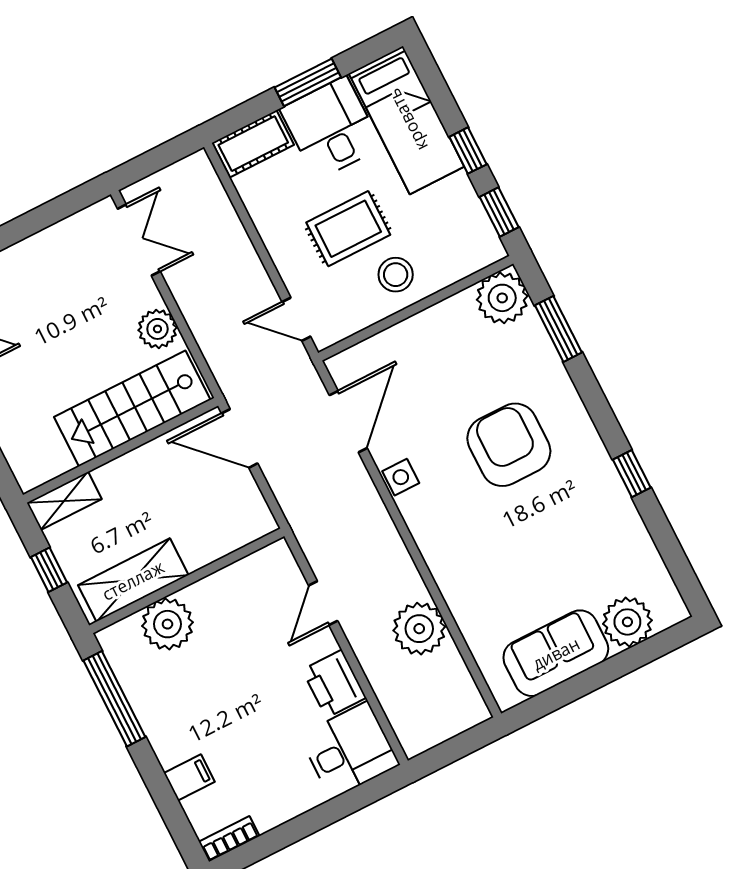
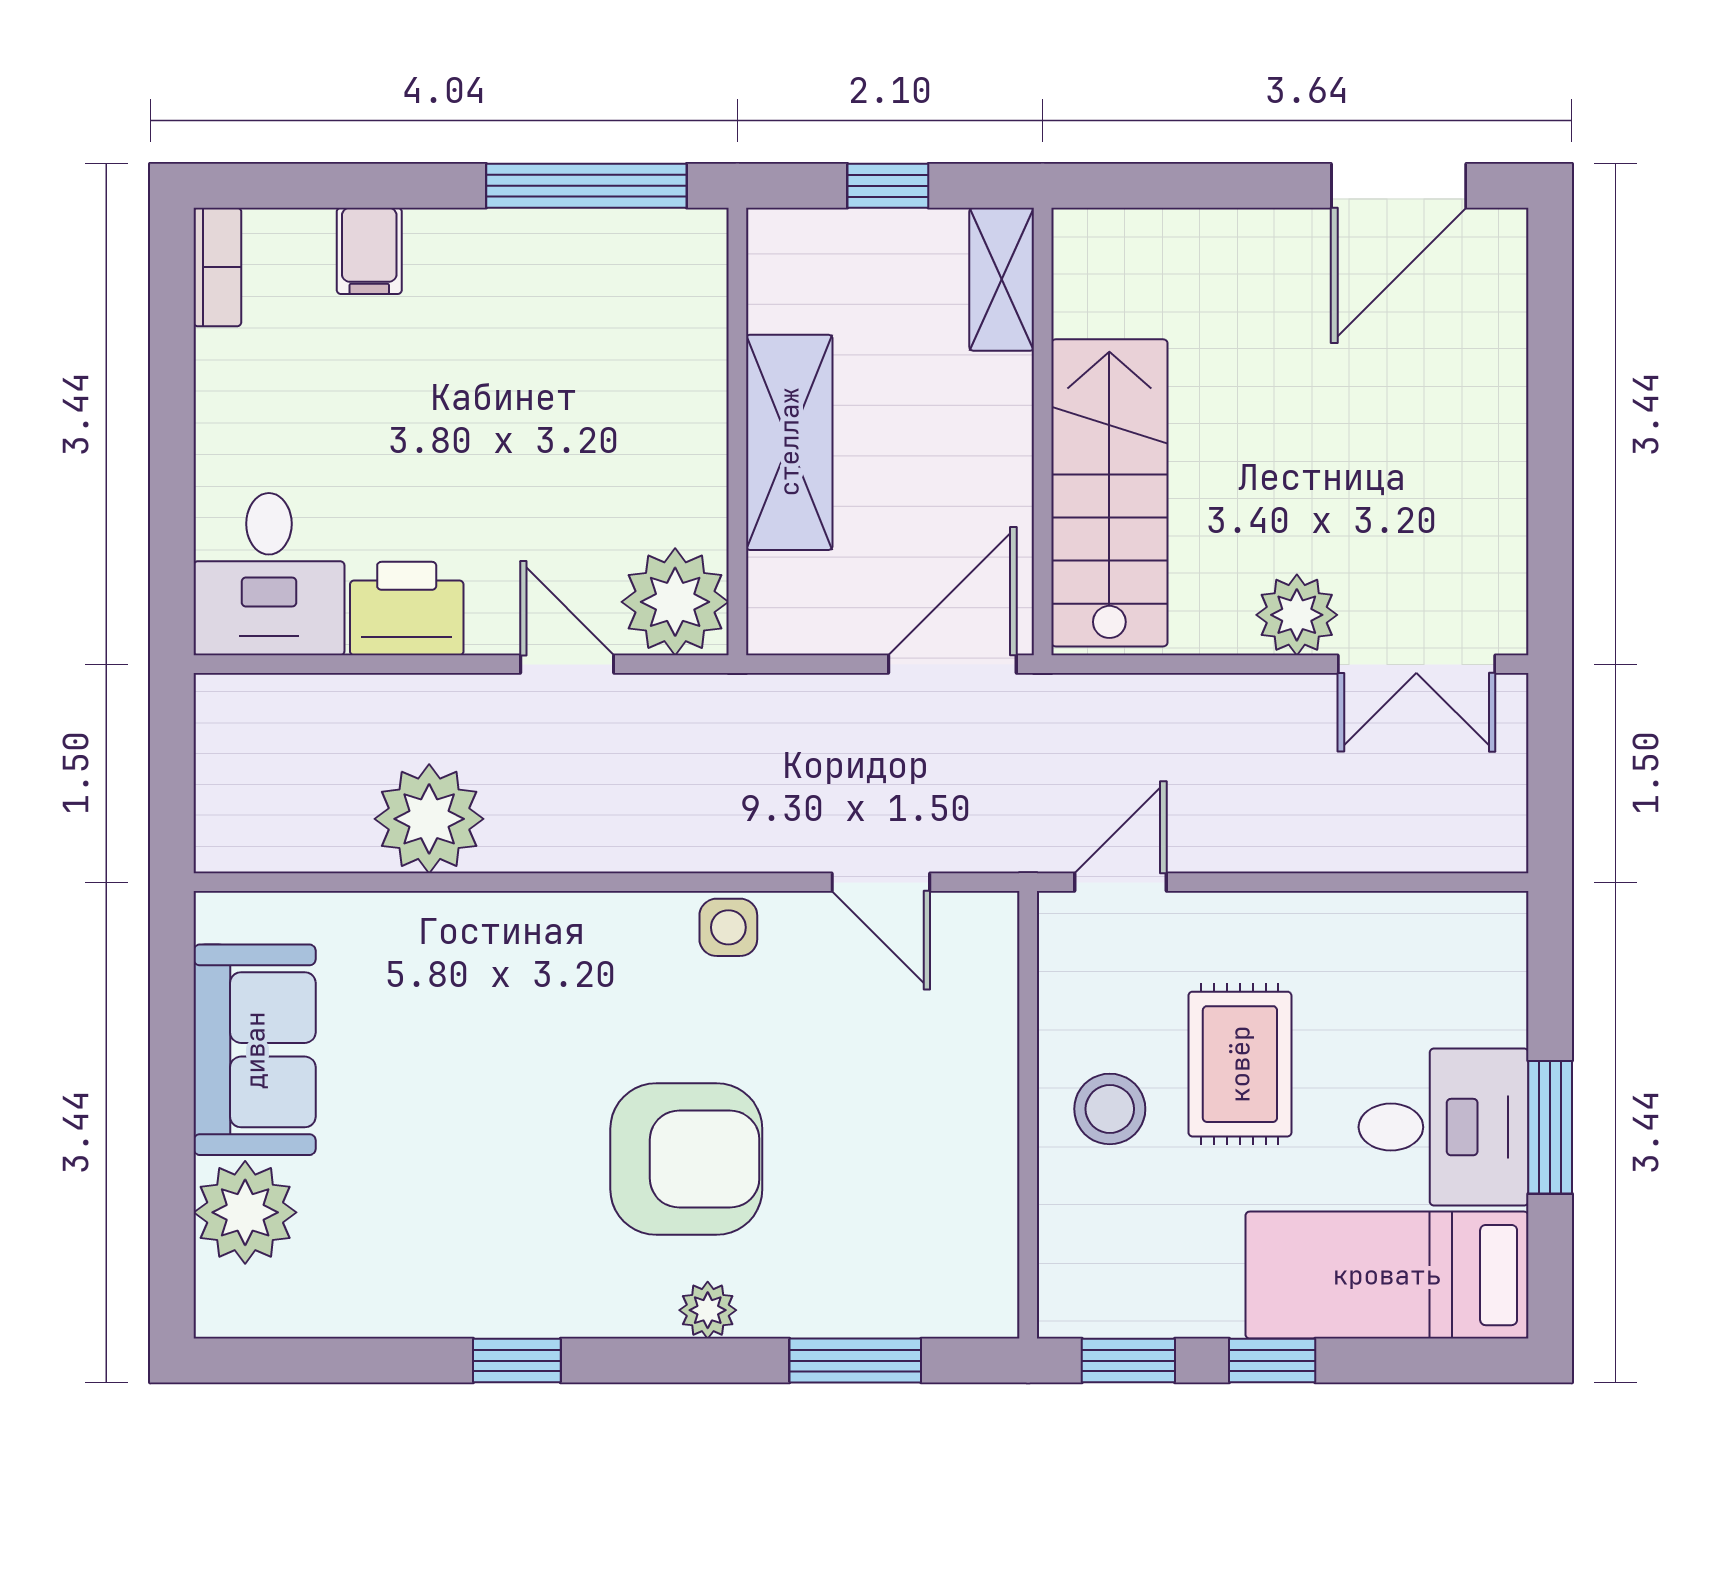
cot: (253, 144) -> (1488, 968), removed
plant: (502, 298) -> (708, 1310), moved, width x0.53, depth x0.53
plant: (157, 329) -> (1297, 615), moved
door: (348, 422) -> (881, 882), width x0.73
shelving: (133, 580) -> (789, 442), moved
plant: (167, 624) -> (675, 602), moved

